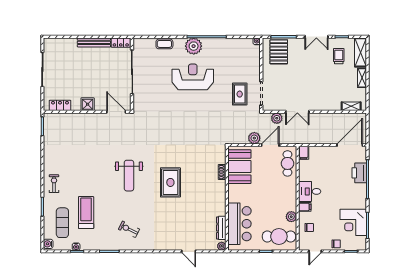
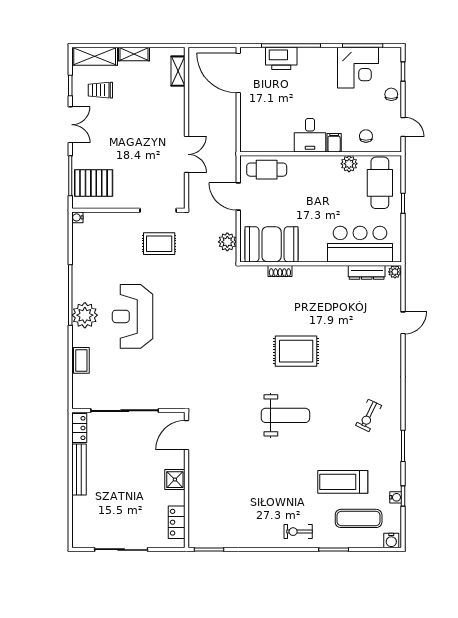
plant: (277, 118) -> (197, 186), removed
plant: (254, 138) -> (227, 242), moved
filing cabinet: (304, 153) -> (250, 144), removed

